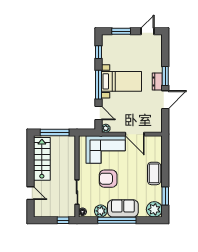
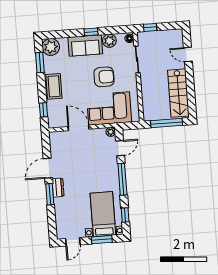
bed with nightstands: (121, 81) -> (103, 214), moved, turned 90
door: (98, 113) -> (120, 148), swing flipped
window: (165, 153) -> (43, 110), added
window: (117, 220) -> (91, 32), width x0.32

